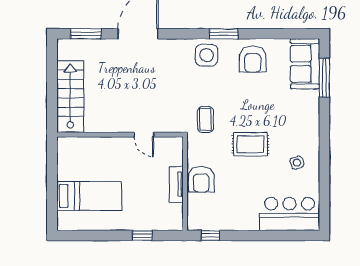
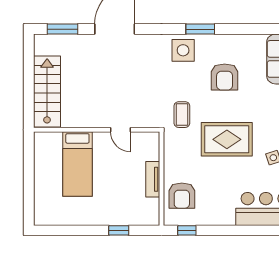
armchair: (253, 59) -> (225, 77), moved
rug: (250, 144) -> (227, 139), width x1.36, depth x1.43
armchair: (201, 179) -> (182, 196), moved
bed: (89, 196) -> (77, 164), moved, turned 90

